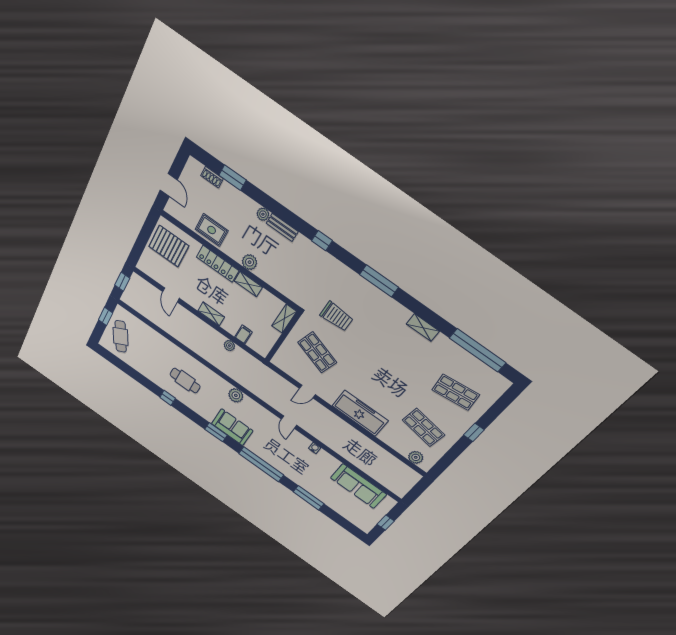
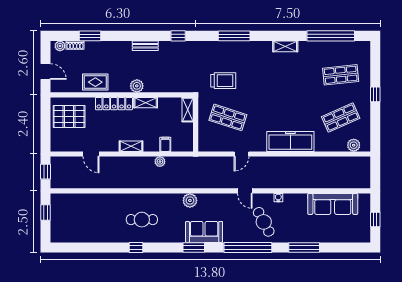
plant: (263, 214) -> (60, 46), moved
cafe table: (121, 336) -> (264, 222), moved
shop shelf: (423, 427) -> (341, 117), turned -33

